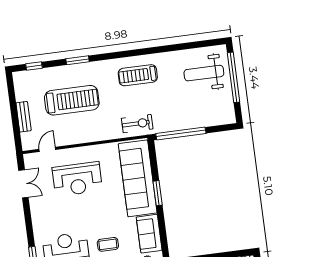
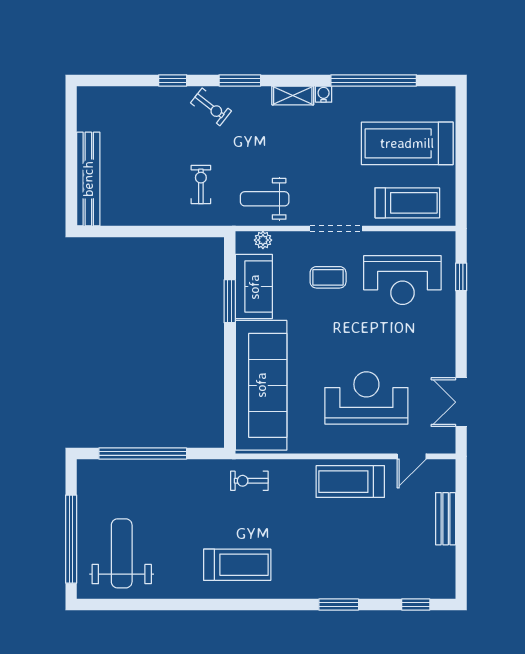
weight bench: (204, 73) -> (122, 553), turned -90
treadmill: (72, 100) -> (350, 482), moved, width x0.73, depth x0.73
exercise bike: (137, 124) -> (249, 481), width x0.73, depth x0.72
window: (181, 133) -> (143, 454), moved
window: (158, 193) -> (230, 301), moved

